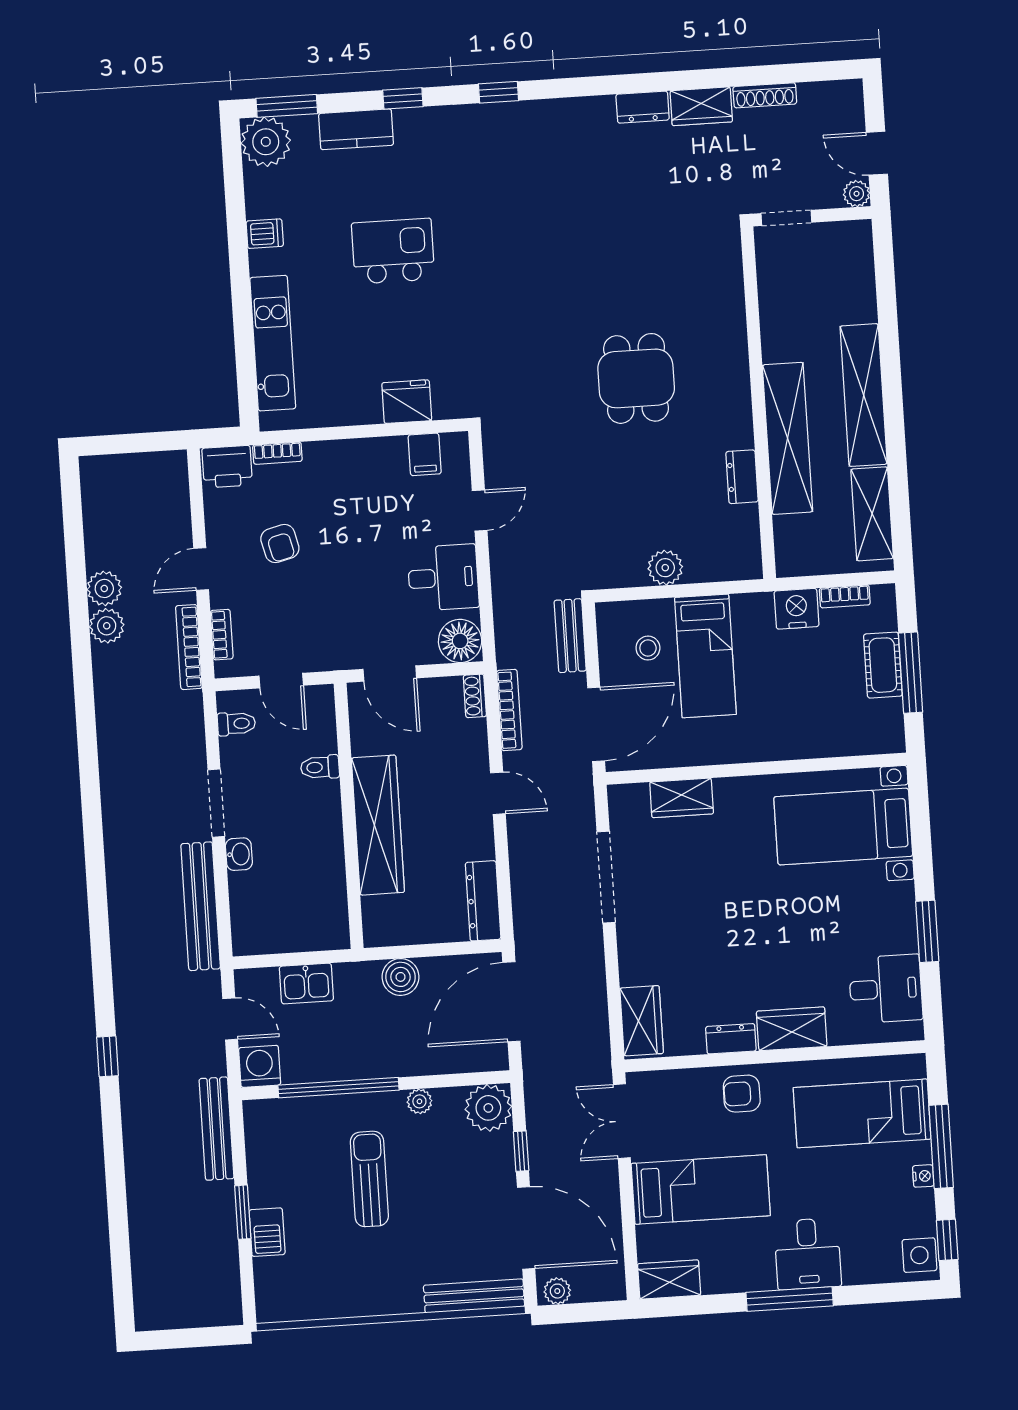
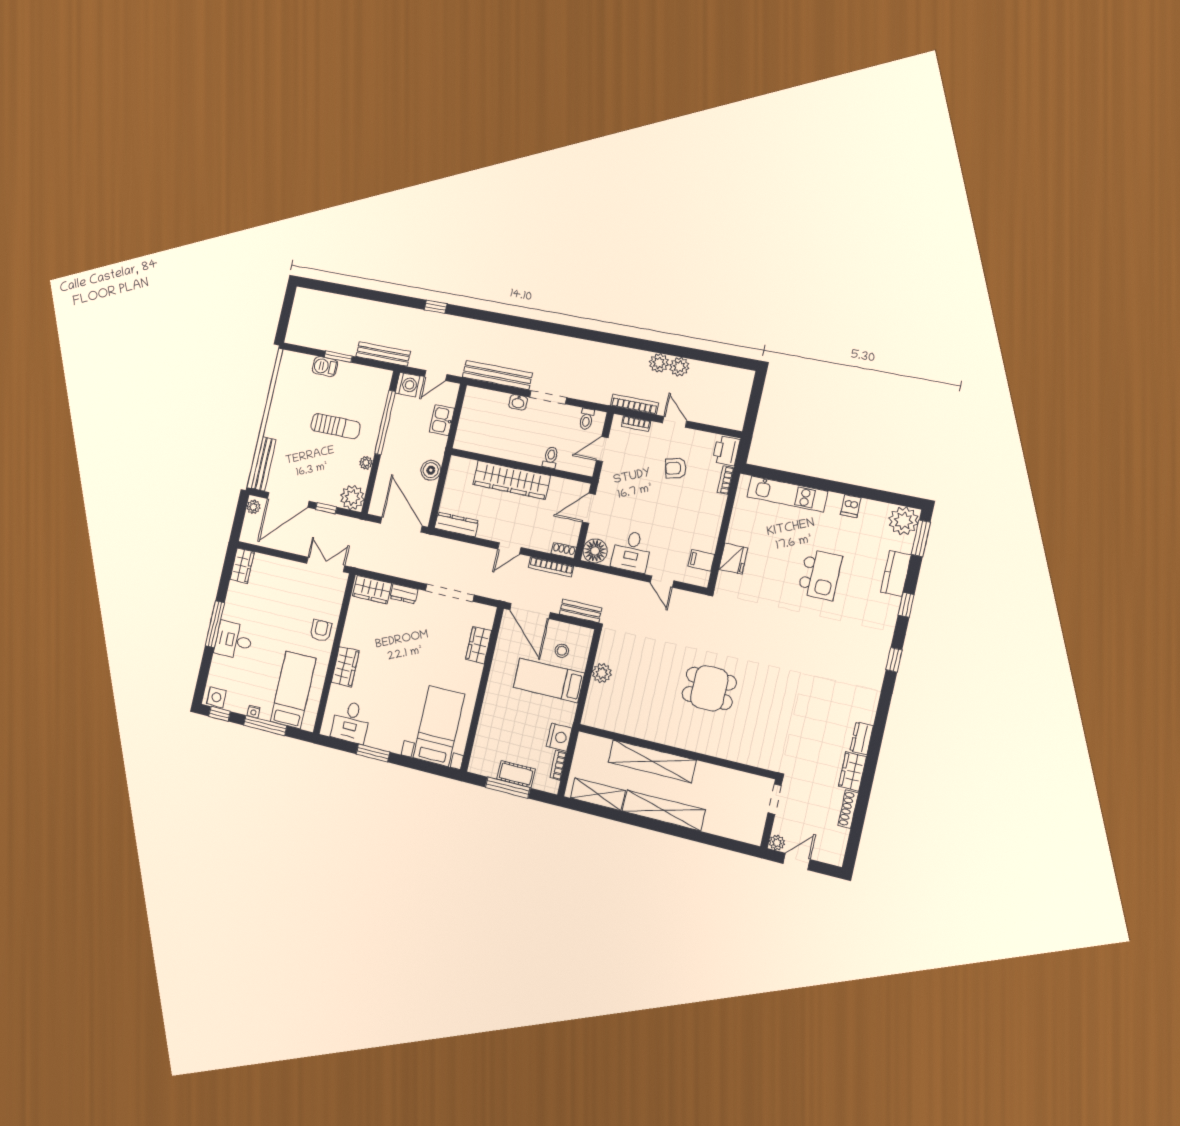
dresser: (742, 477) -> (639, 730), removed
dresser: (731, 1039) -> (404, 594), moved, turned 90
bed: (701, 1190) -> (281, 595), removed

